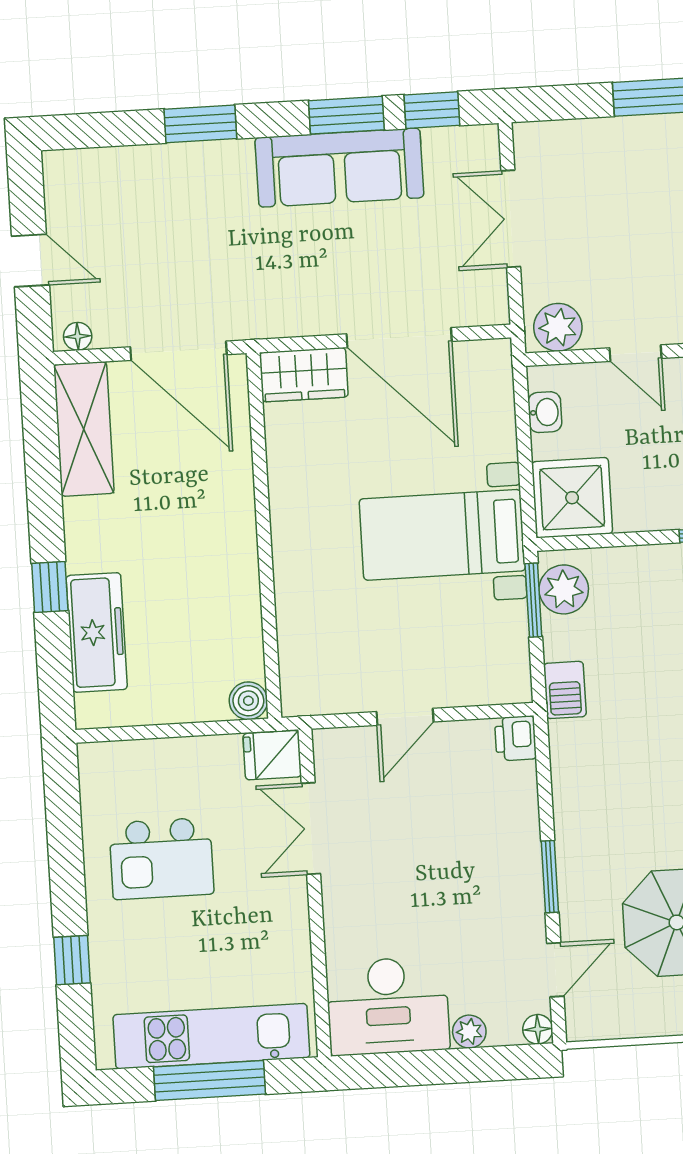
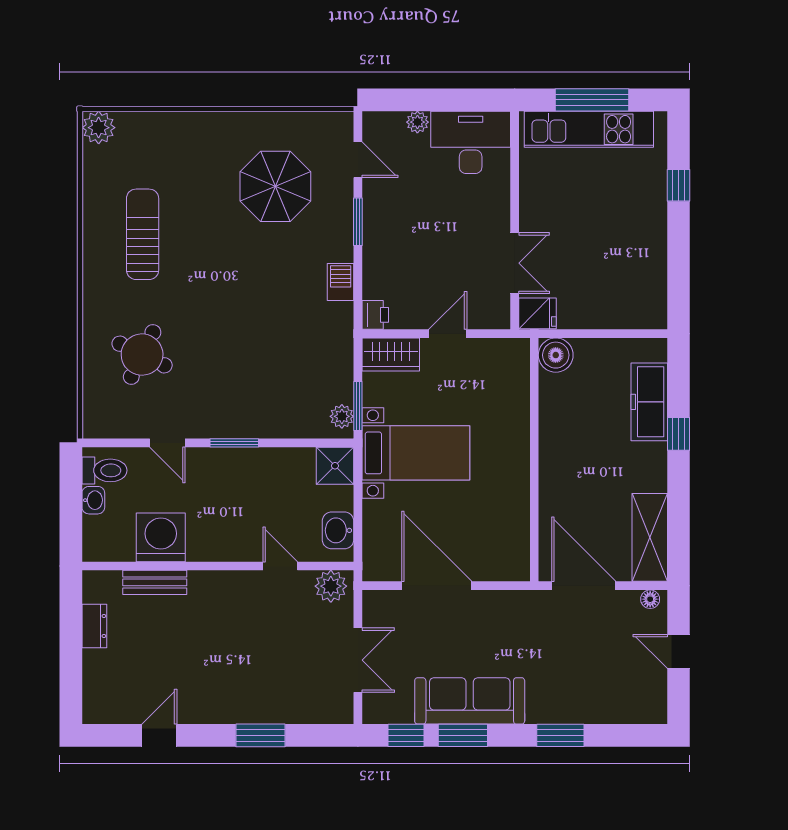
wardrobe: (304, 375) -> (391, 354), moved, turned 180
washbasin: (545, 412) -> (338, 530), width x1.38, depth x1.45
shower: (572, 498) -> (335, 466), width x0.73, depth x0.73
plant: (564, 589) -> (342, 416), width x0.73, depth x0.73
barbecue: (565, 690) -> (341, 282), moved
boiler: (248, 701) -> (556, 355), width x1.36, depth x1.36
kitchen island: (161, 858) -> (615, 249), removed
door: (555, 970) -> (358, 160), swing flipped
floor lamp: (538, 1029) -> (372, 121), removed

